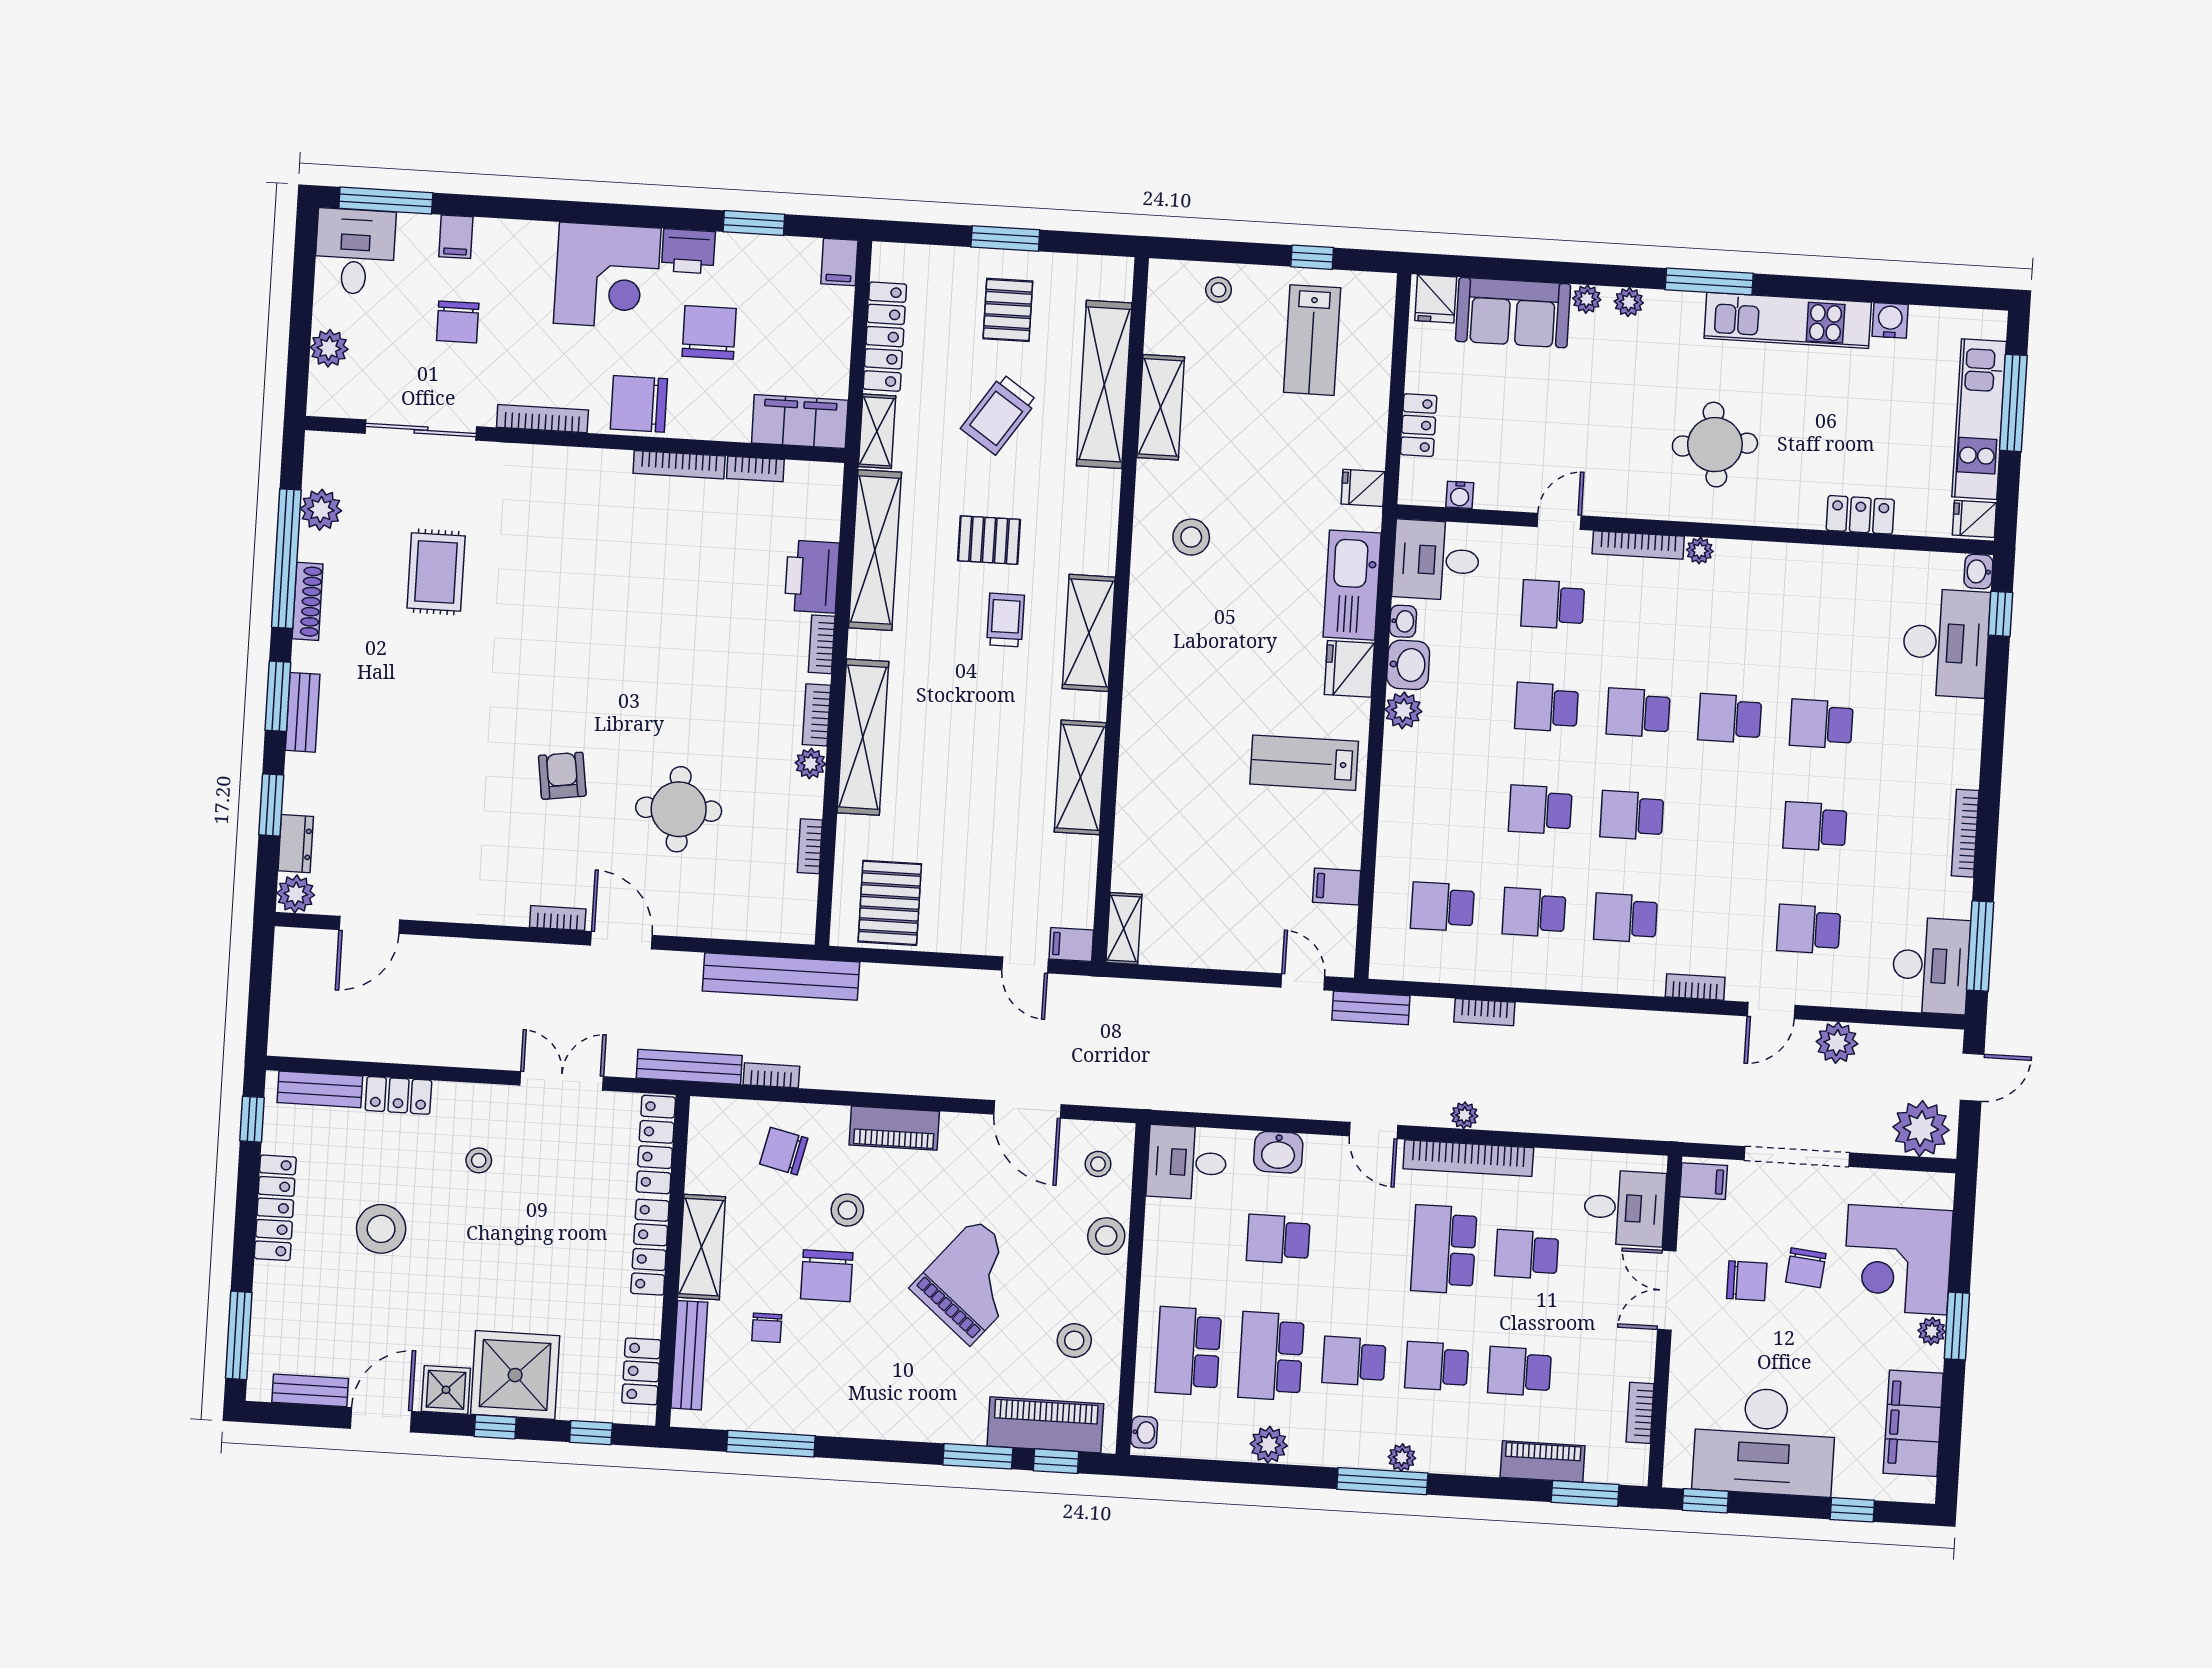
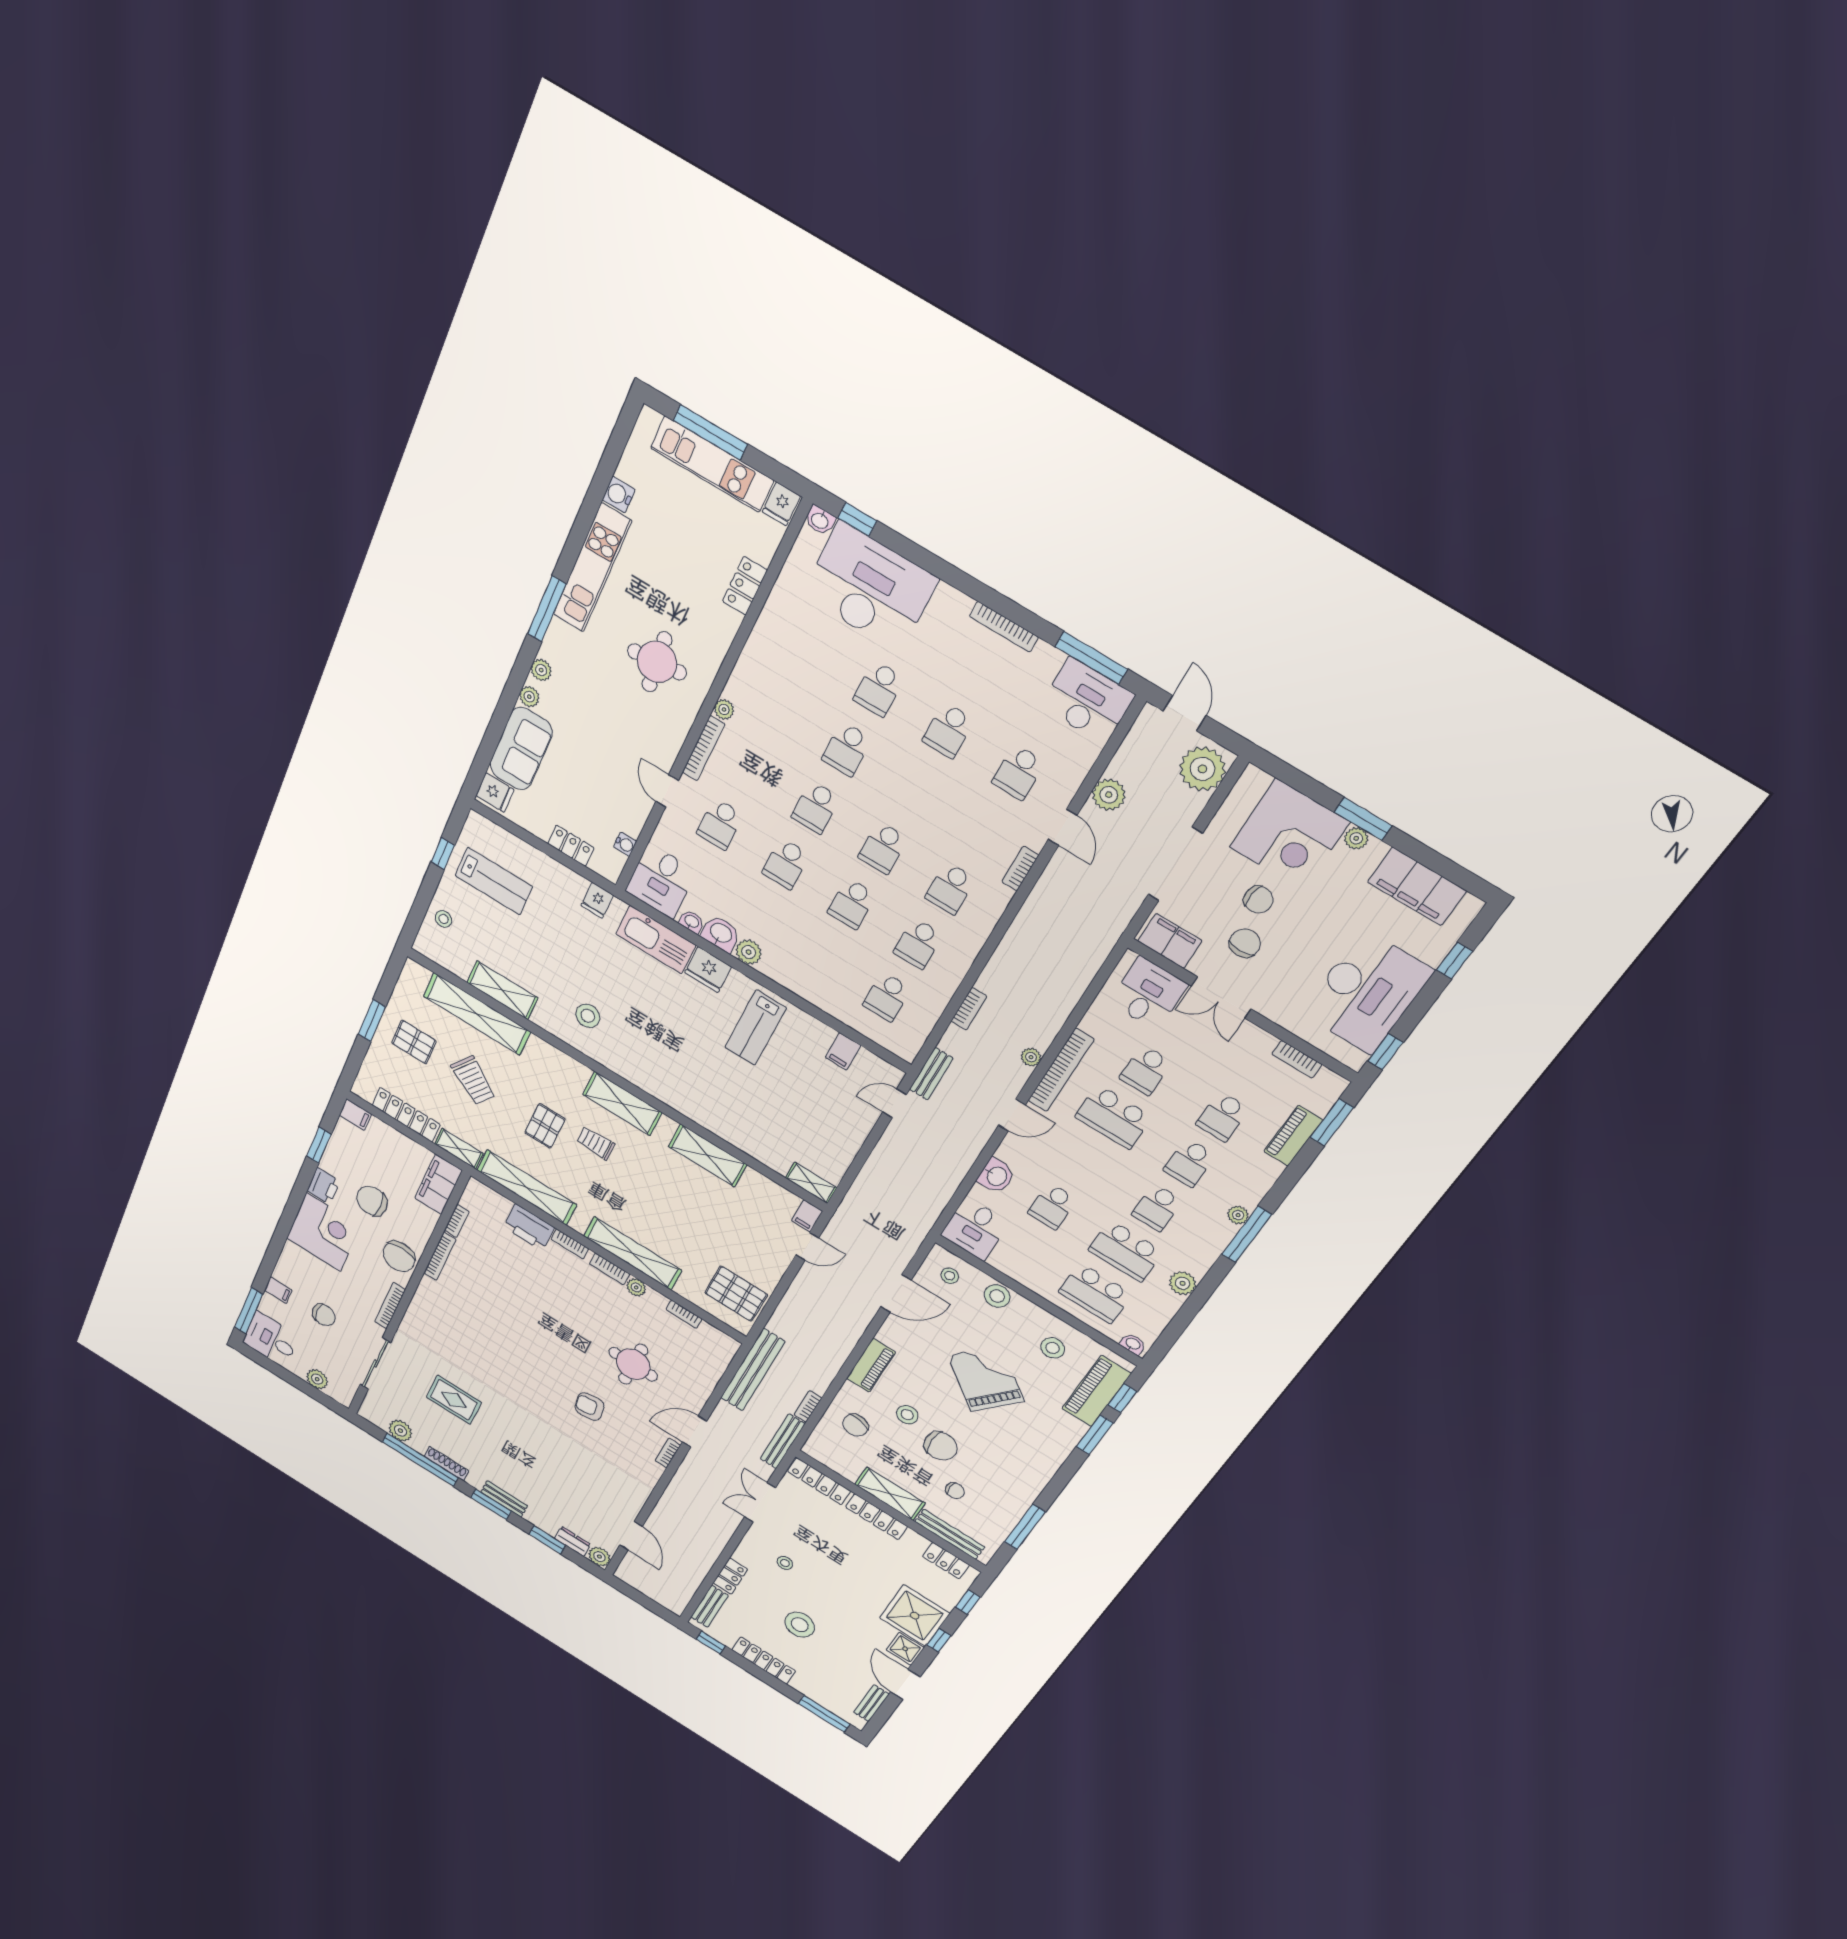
desk: (1946, 643) -> (870, 587), width x1.36, depth x1.30
filing cabinet: (1704, 1181) -> (1170, 941), width x2.00

